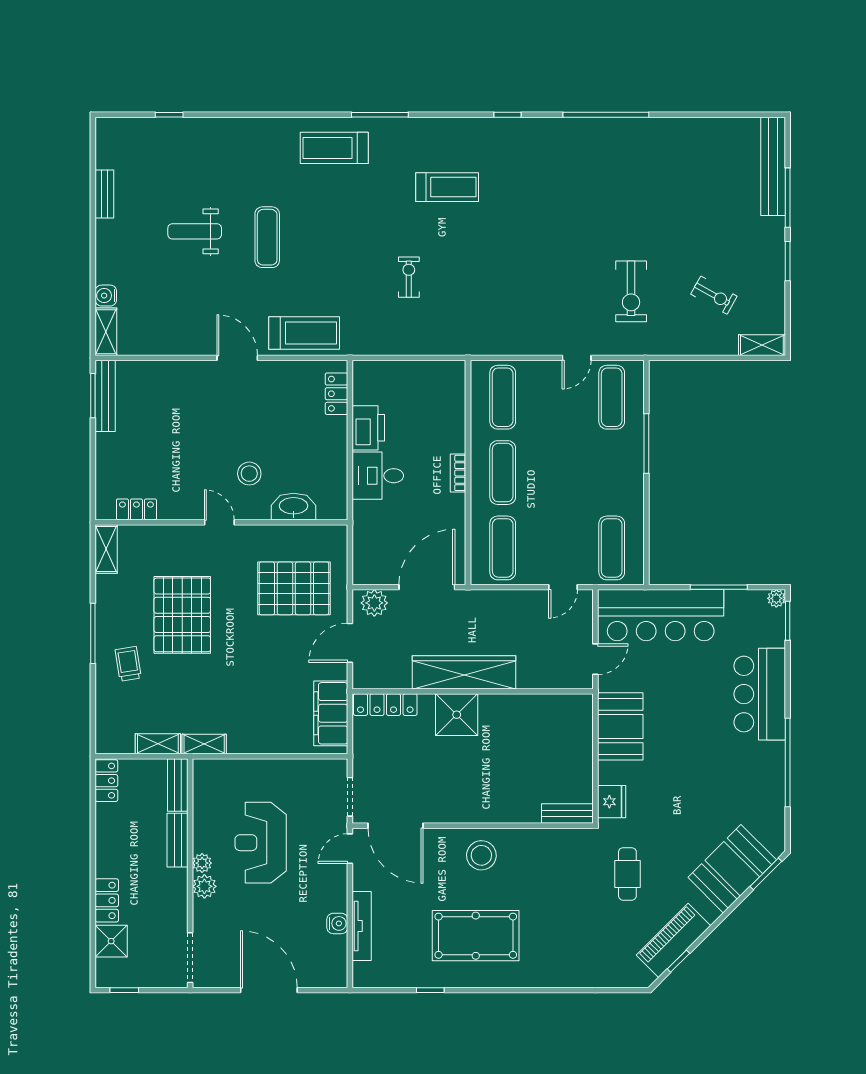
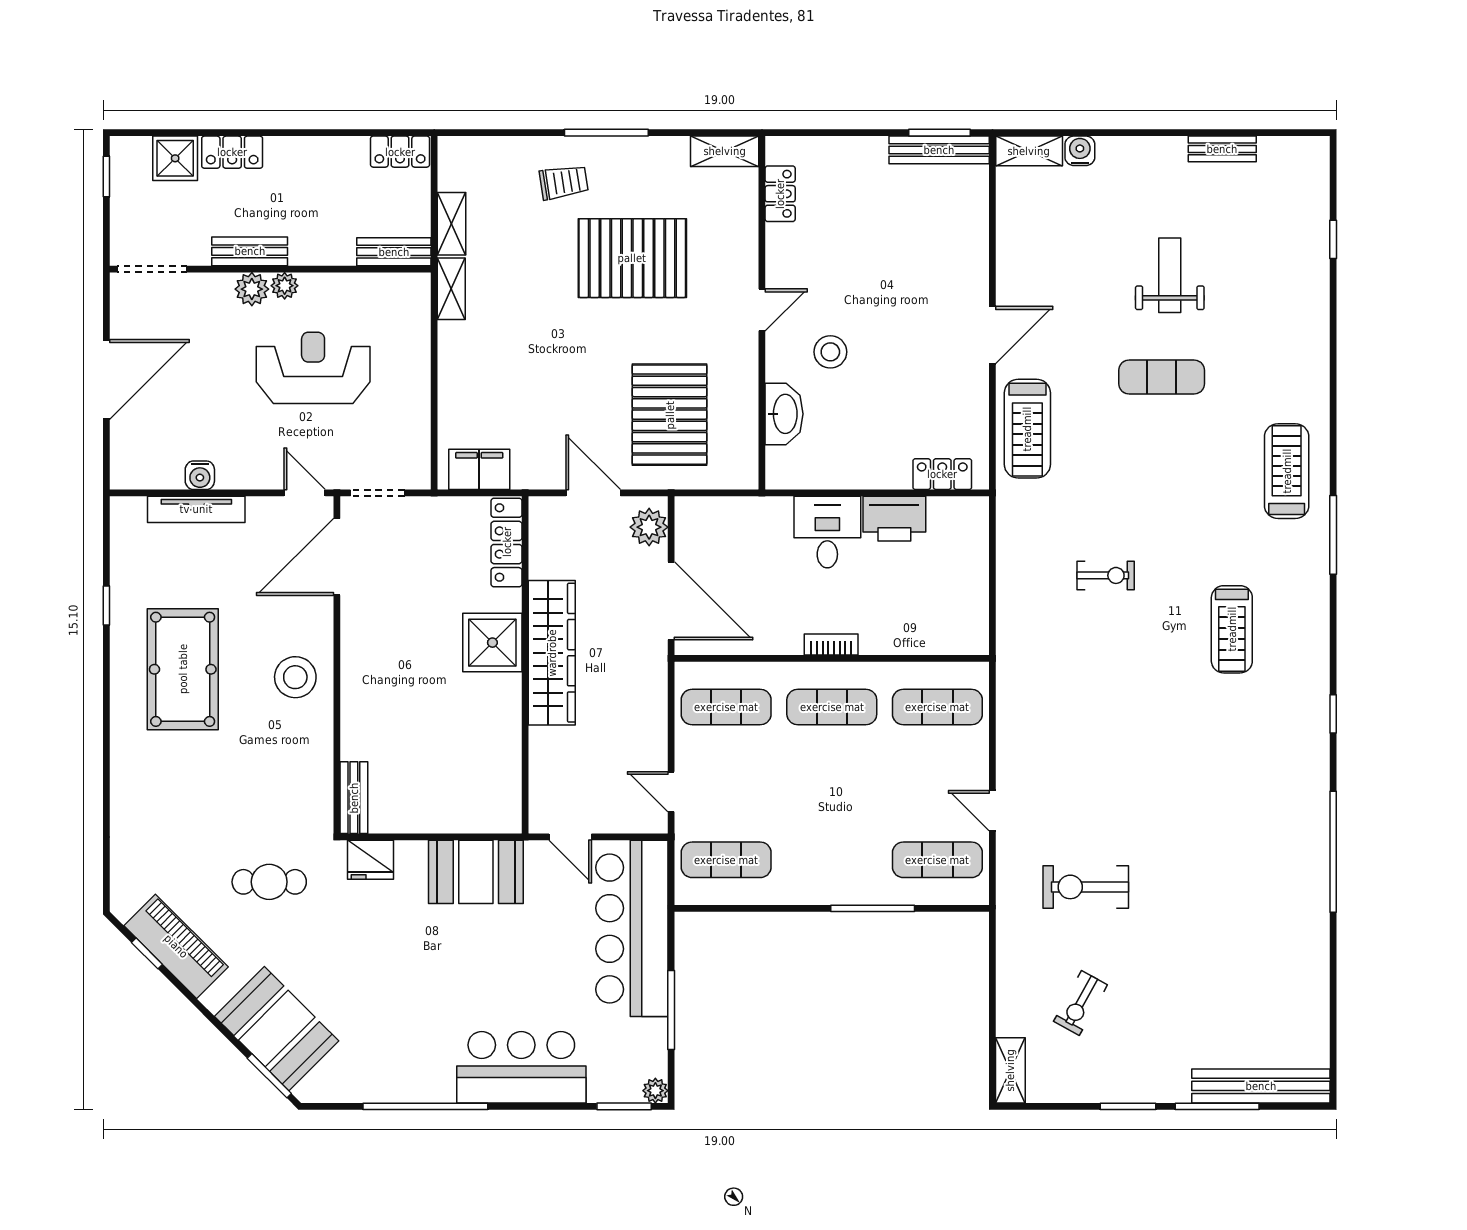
filing cabinet: (331, 713) -> (479, 469), width x0.67, depth x0.86
bench: (178, 840) -> (250, 251), moved

